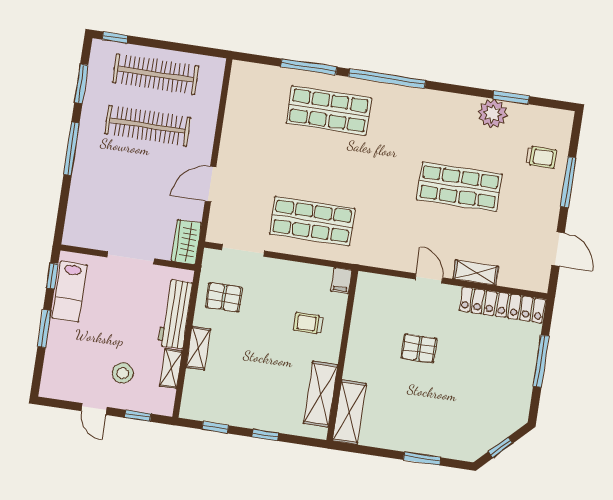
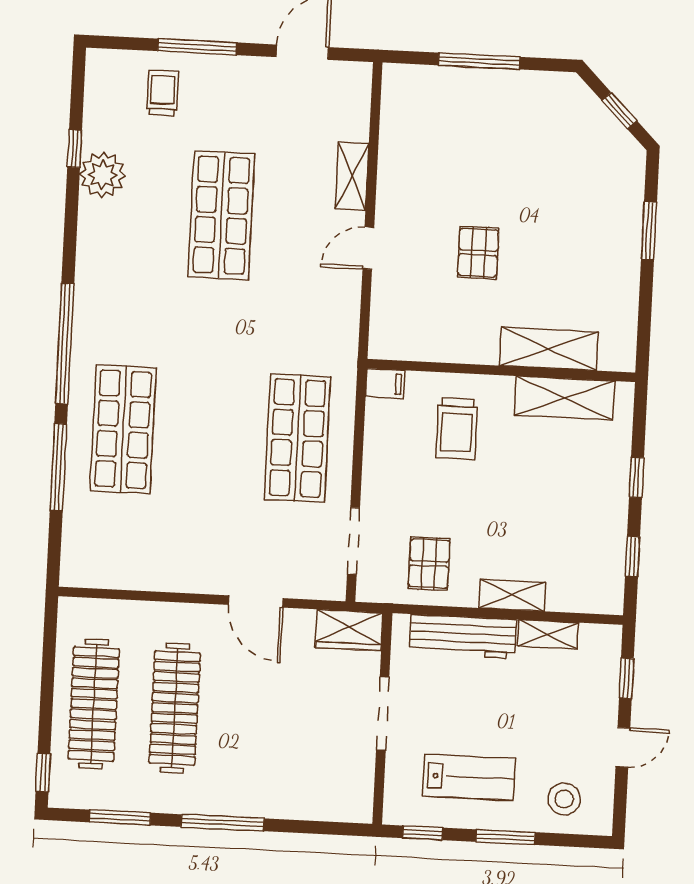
window: (511, 97) -> (75, 149), width x0.67
lab bench: (70, 292) -> (469, 777), moved
locker: (502, 305) -> (398, 130), removed
trolley: (308, 323) -> (457, 428), width x1.36, depth x1.39
stool: (123, 373) -> (564, 799), moved
shelving: (349, 412) -> (549, 349), moved

